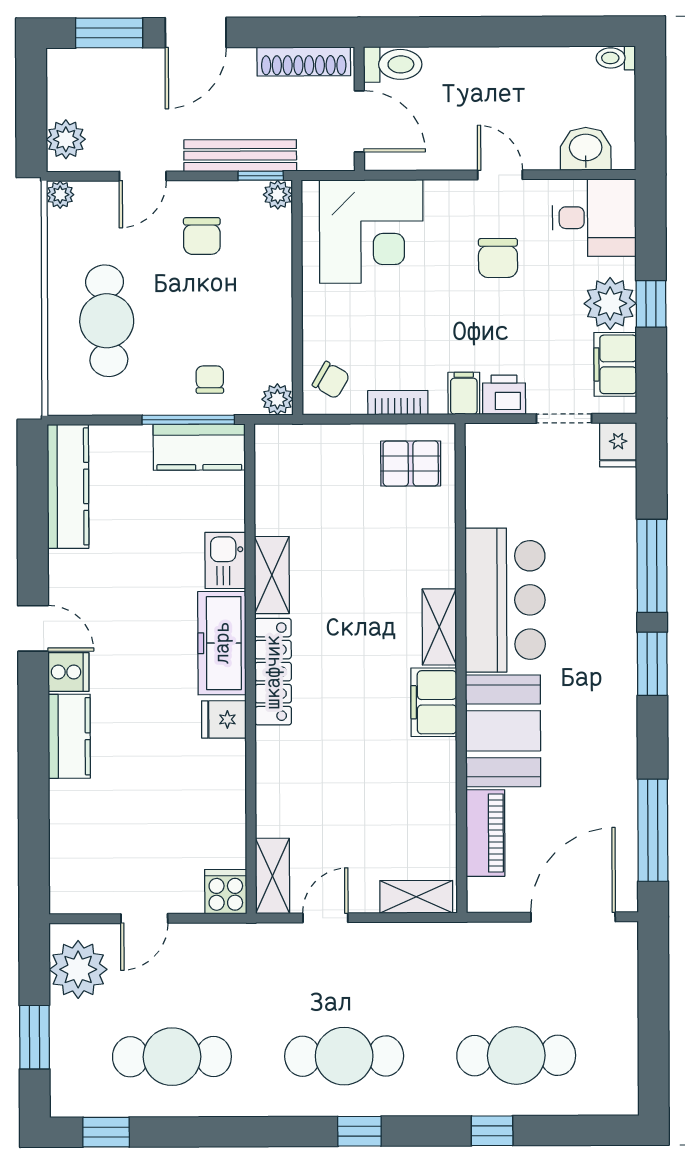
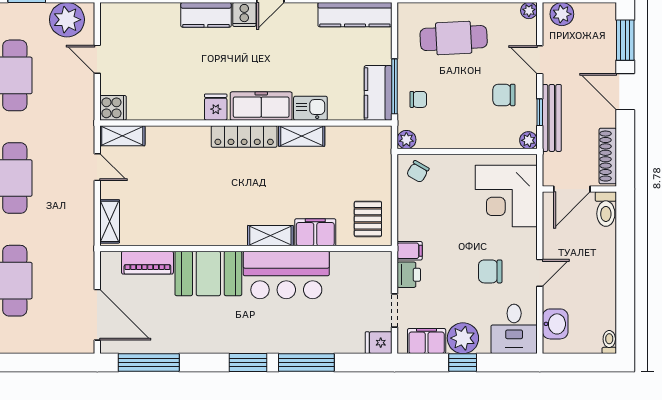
window: (261, 176) -> (540, 112), moved
bookcase: (398, 403) -> (404, 211), removed
filing cabinet: (434, 702) -> (315, 232), moved

